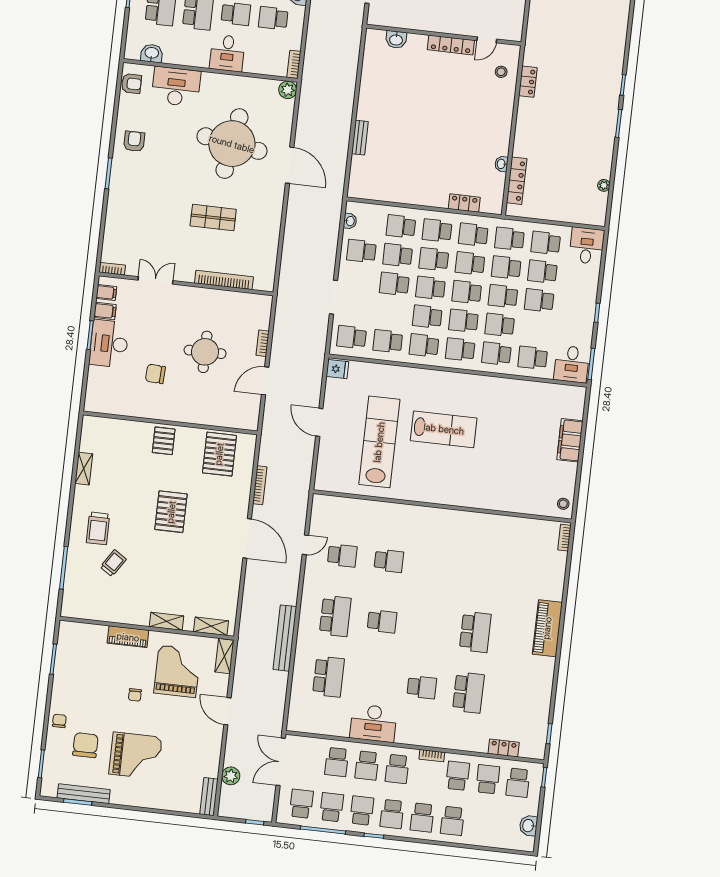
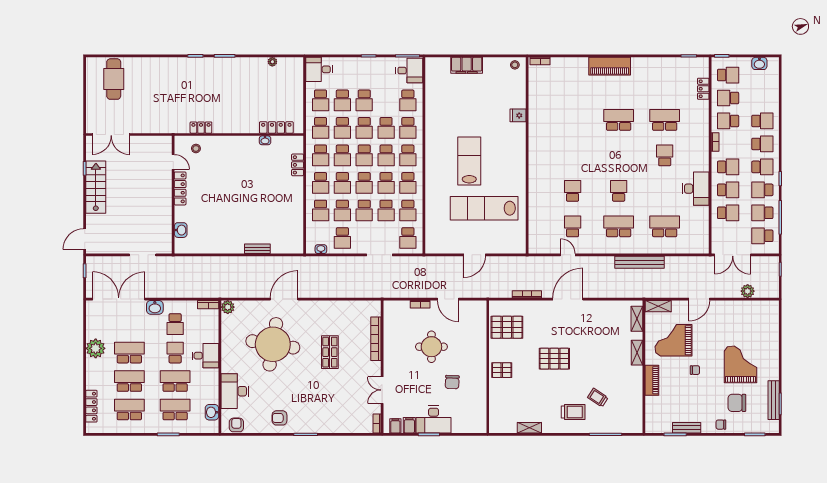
school desk: (391, 313) -> (386, 210), added
fridge: (337, 369) -> (518, 115), moved, turned -90
bench: (209, 797) -> (687, 428), moved

